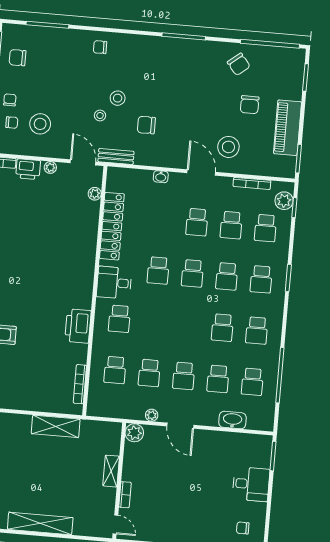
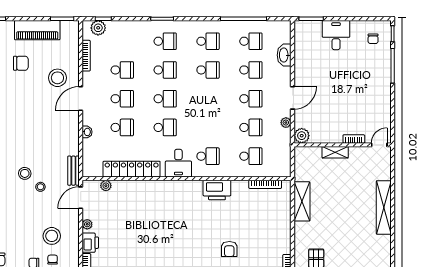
chair: (146, 125) -> (45, 148), removed
school desk: (266, 228) -> (122, 127), moved

